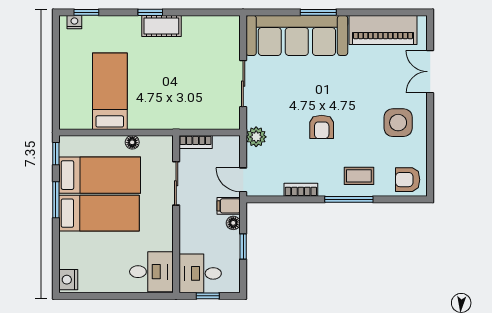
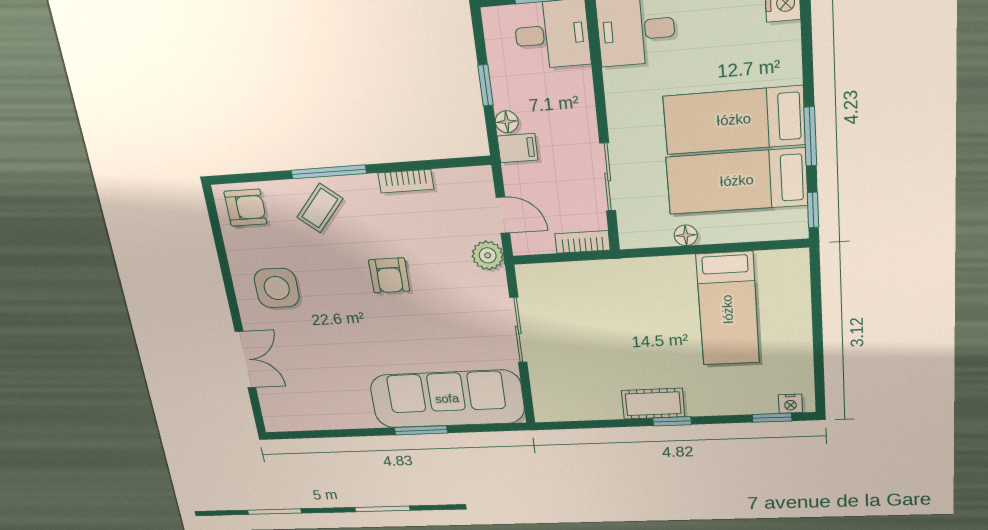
piano: (383, 30) -> (324, 411), removed
armchair: (322, 127) -> (389, 275), turned 180
coffee table: (359, 176) -> (320, 208), turned -49
door: (243, 180) -> (503, 215), moved

